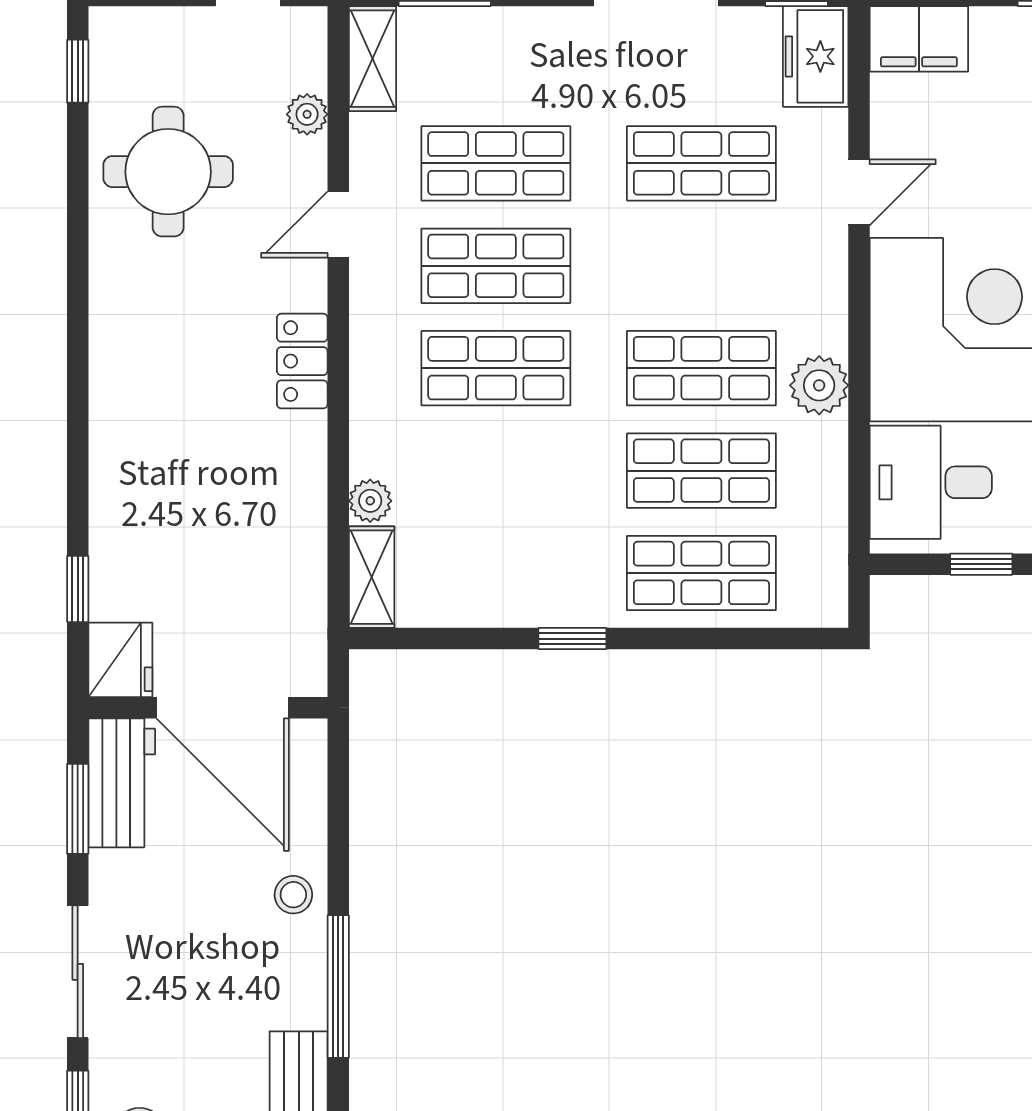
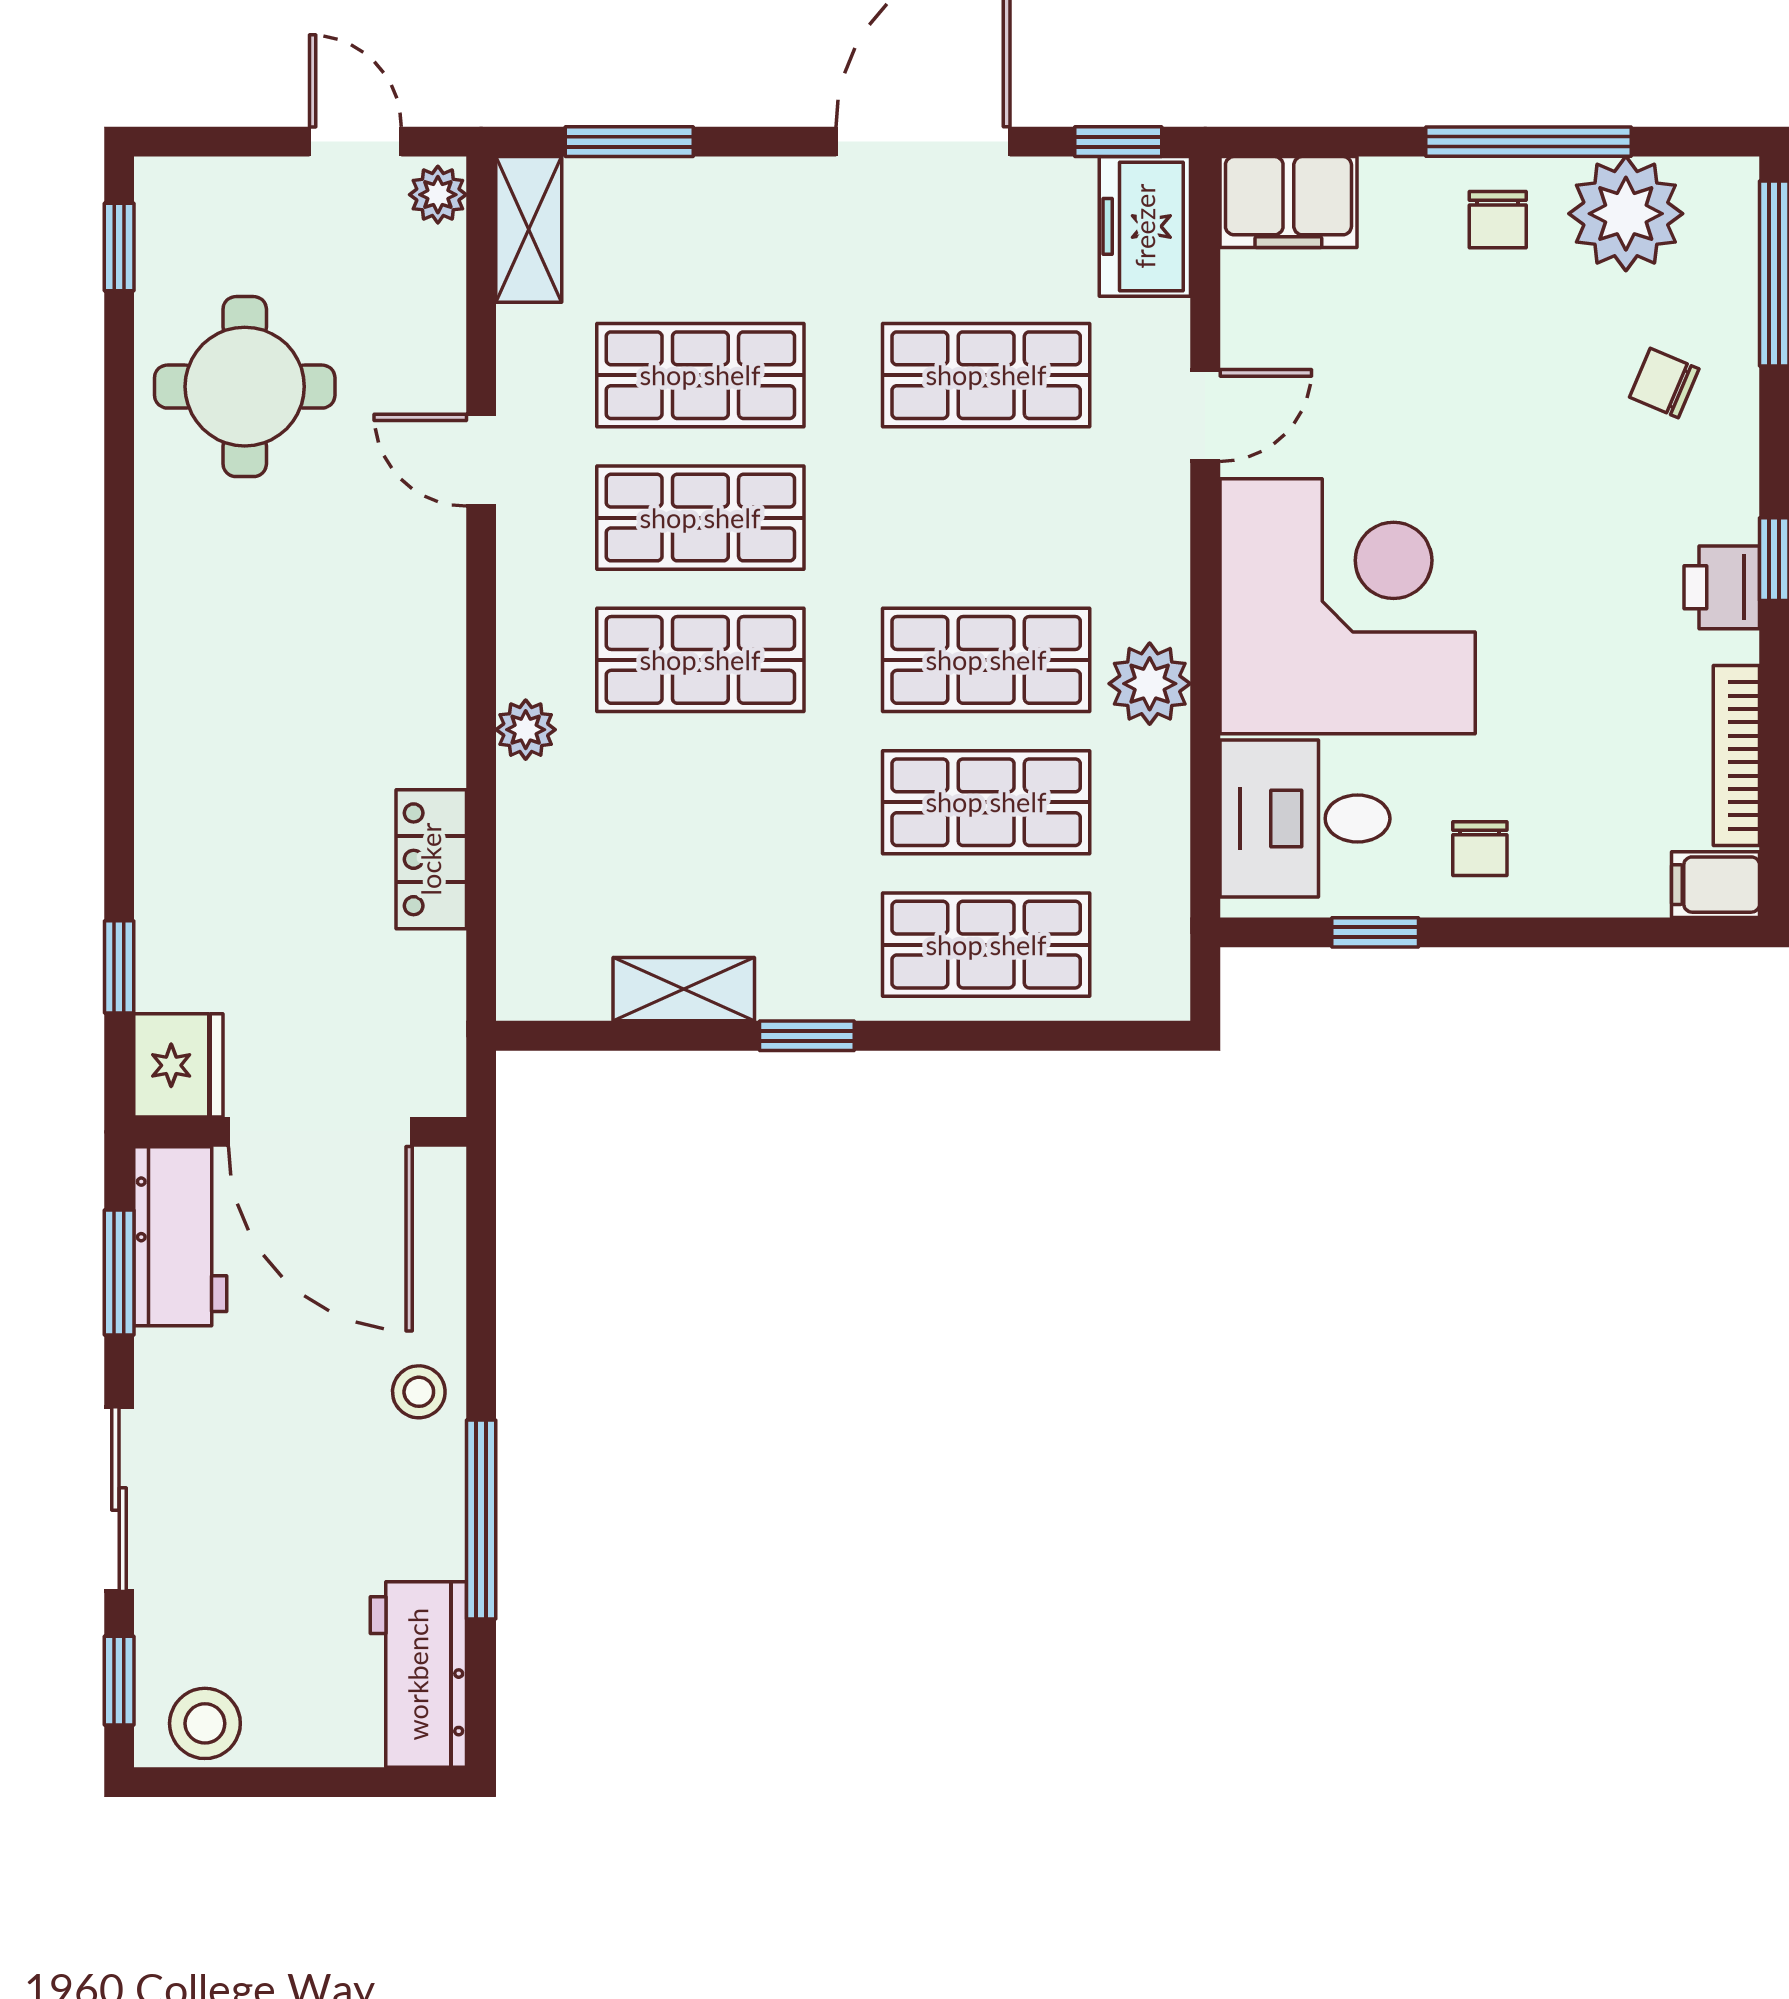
plant: (307, 114) -> (438, 195), moved
door: (338, 225) -> (481, 460), hinge flipped
locker: (302, 361) -> (431, 859), moved
plant: (370, 501) -> (526, 730), moved
shelving: (372, 577) -> (684, 989), moved, turned 90

